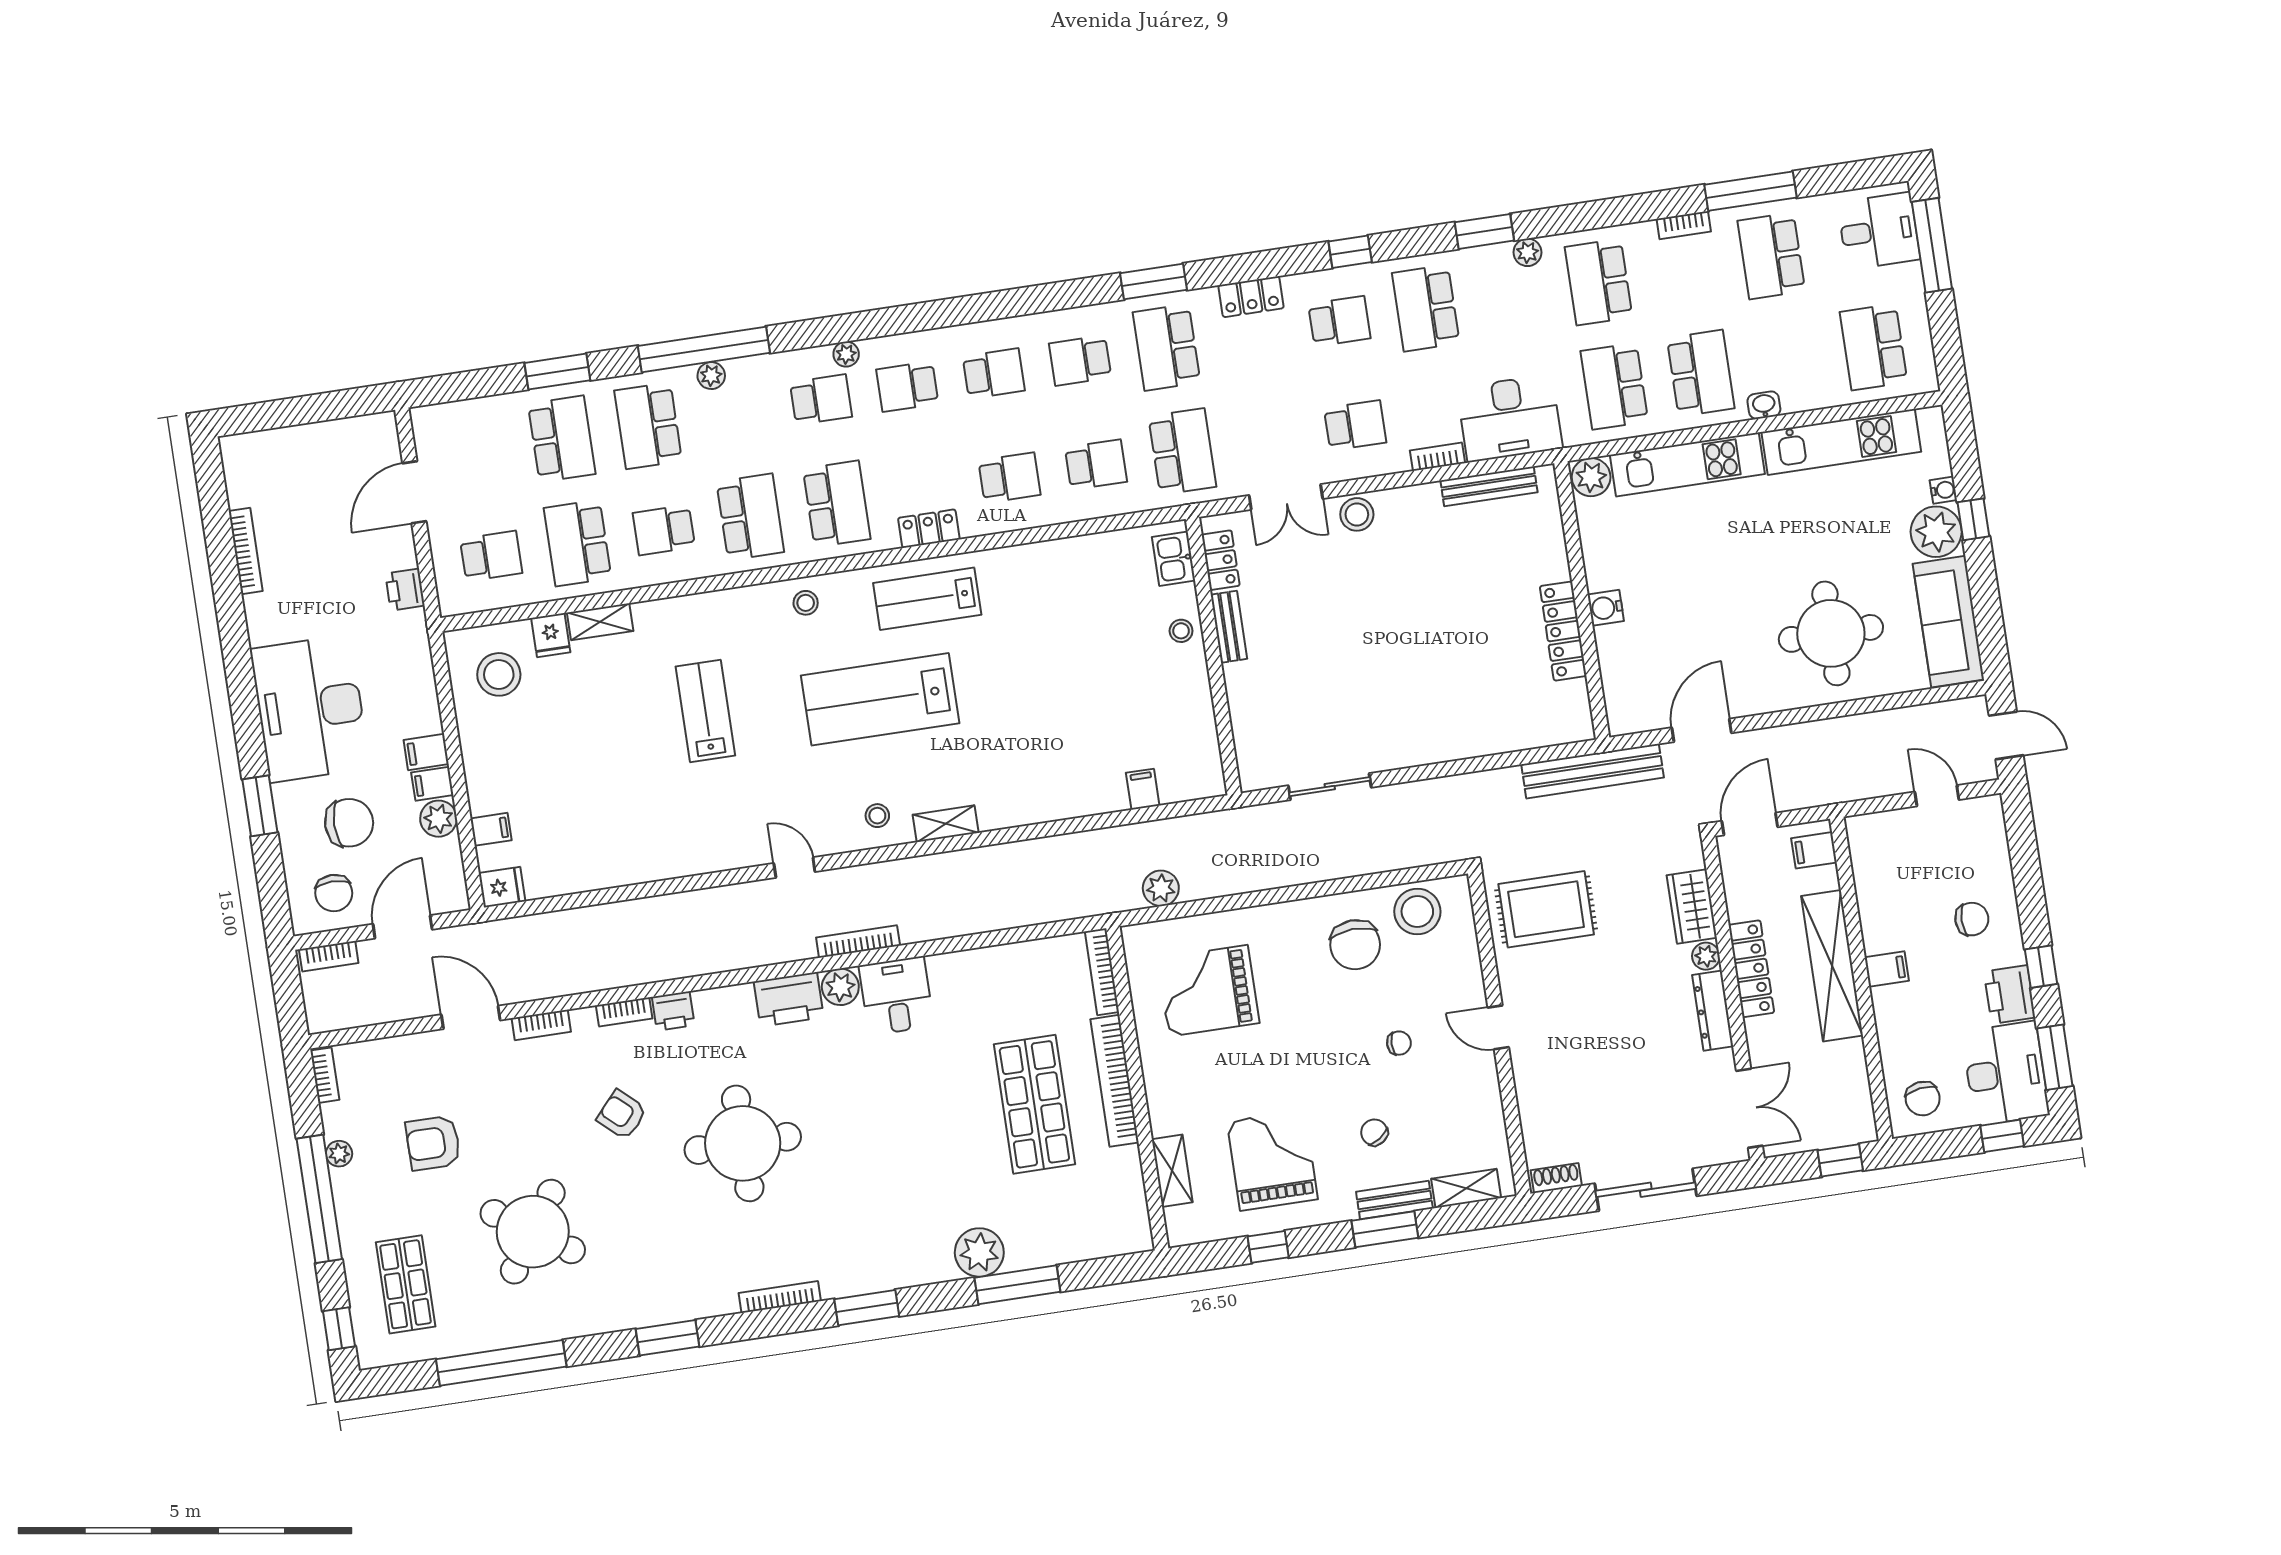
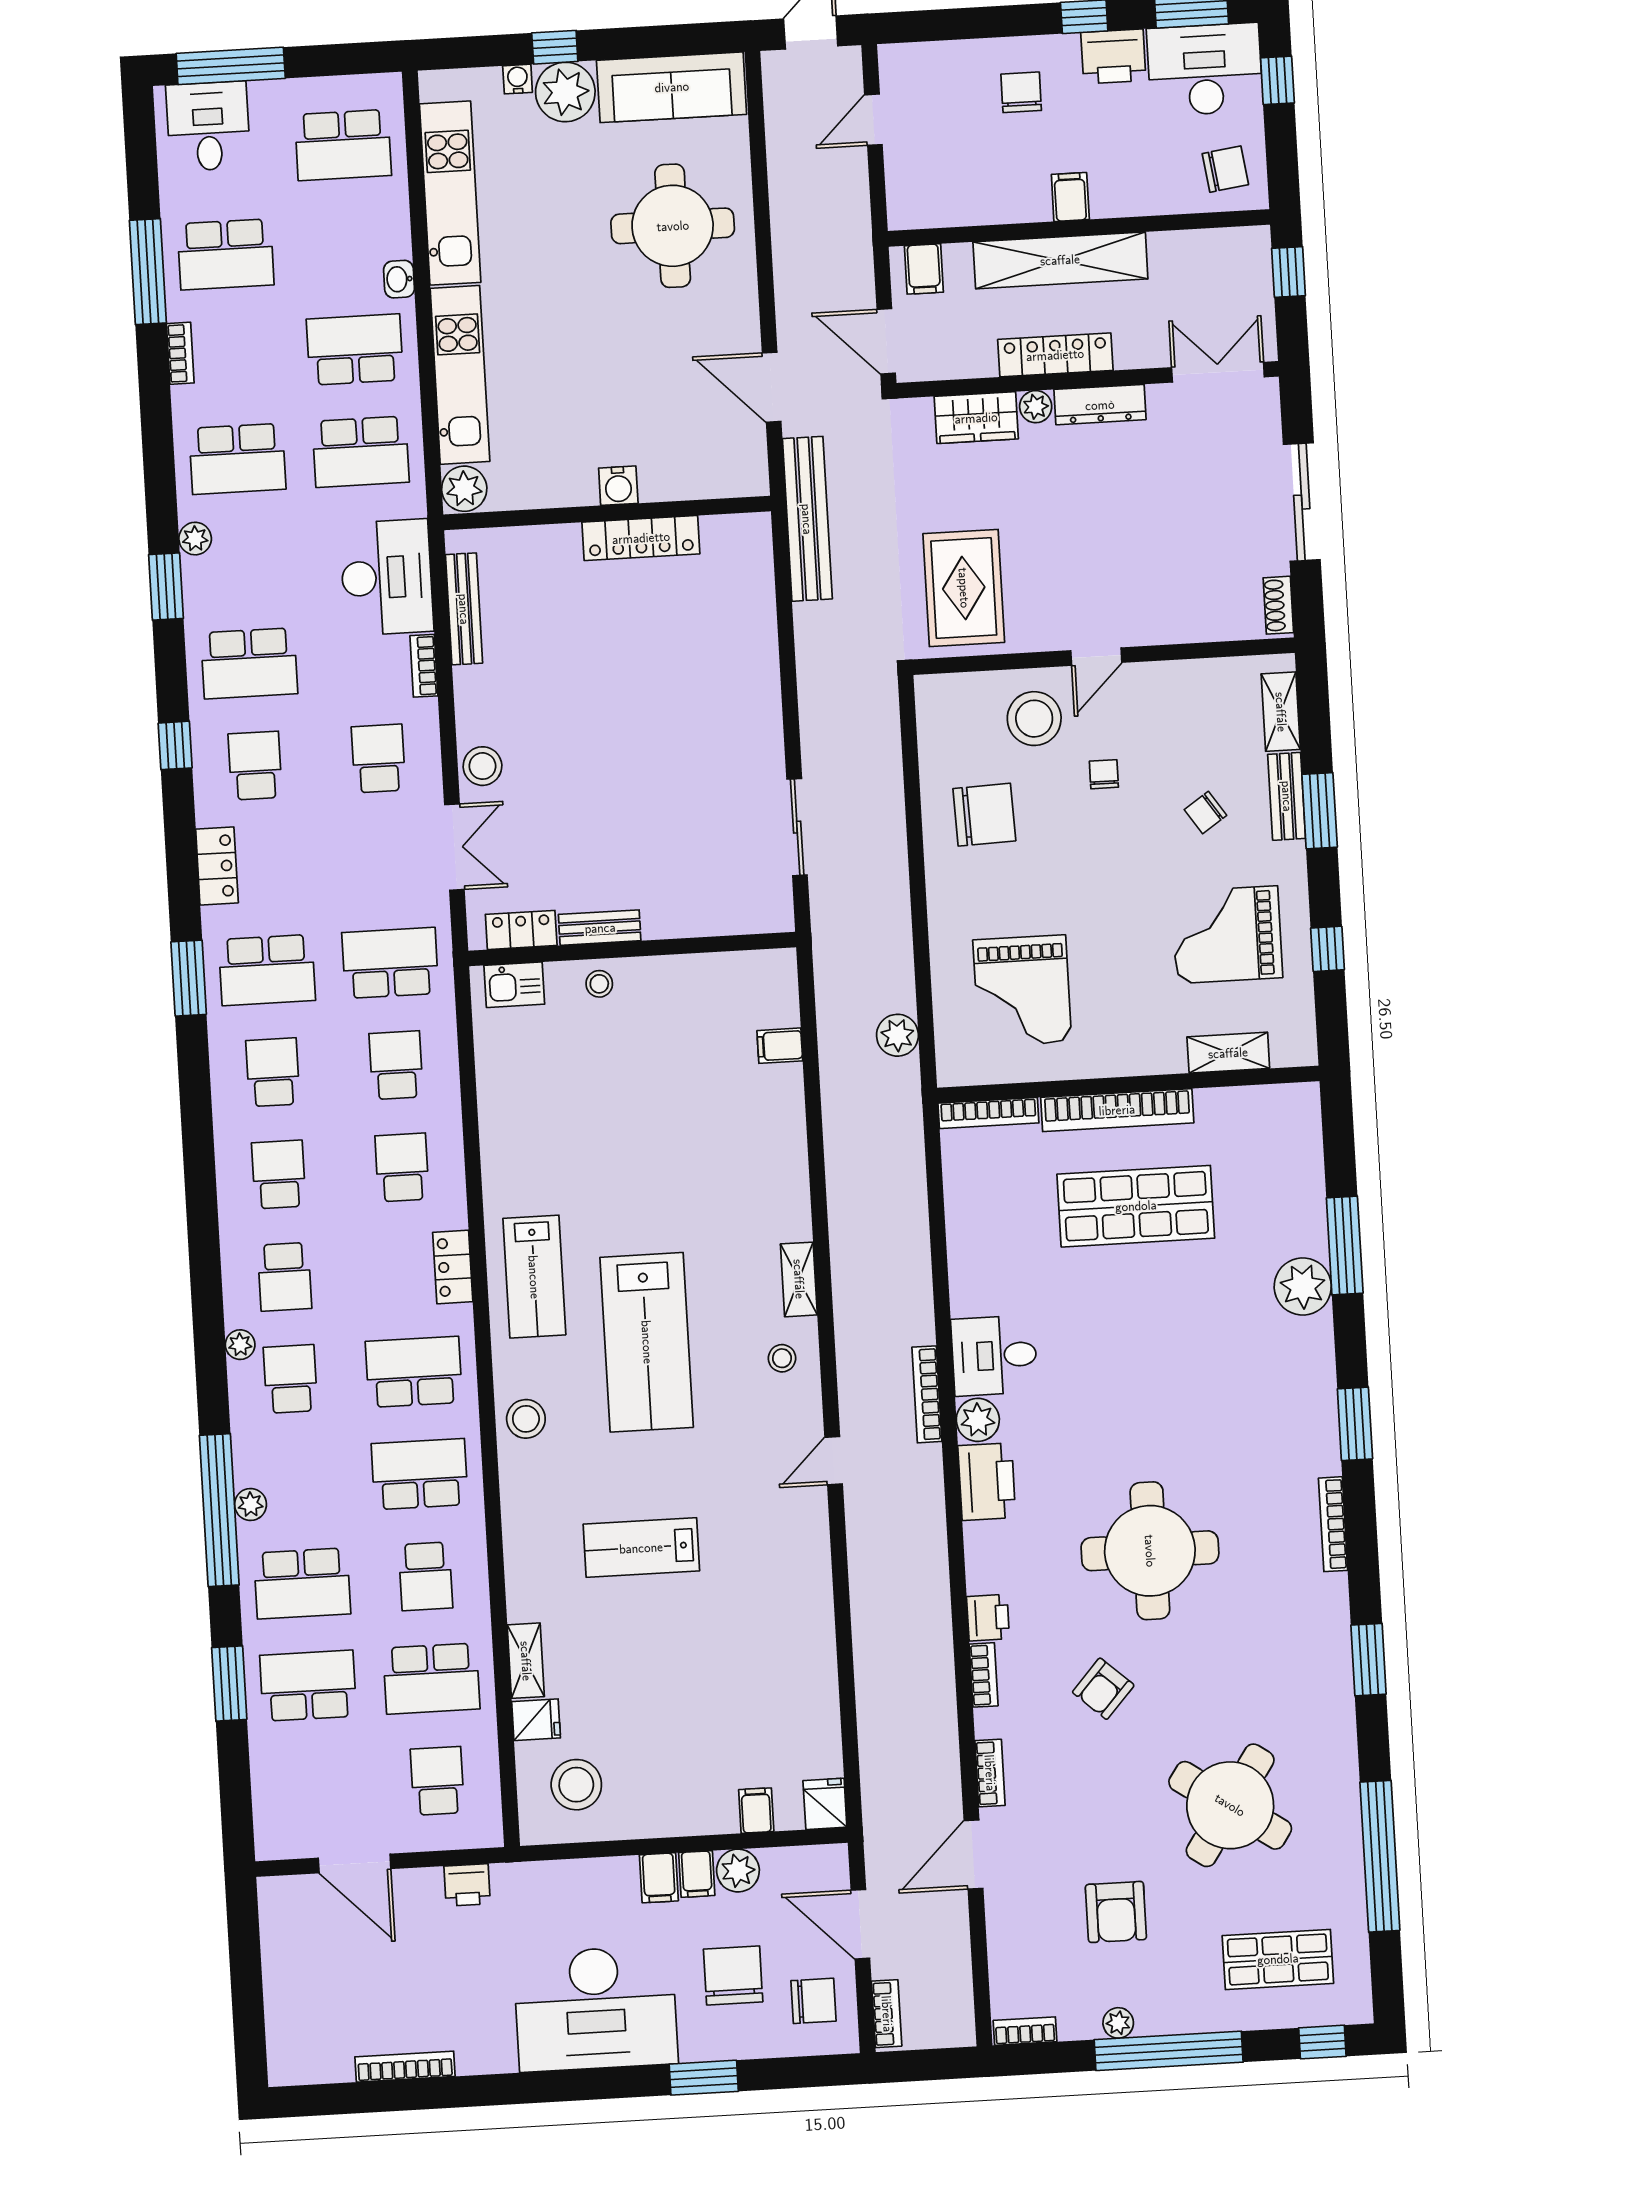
school desk: (1080, 360) -> (273, 1072), turned 180
stool: (806, 603) -> (526, 1419), width x1.37, depth x1.37
stool: (1417, 912) -> (1034, 719), moved

